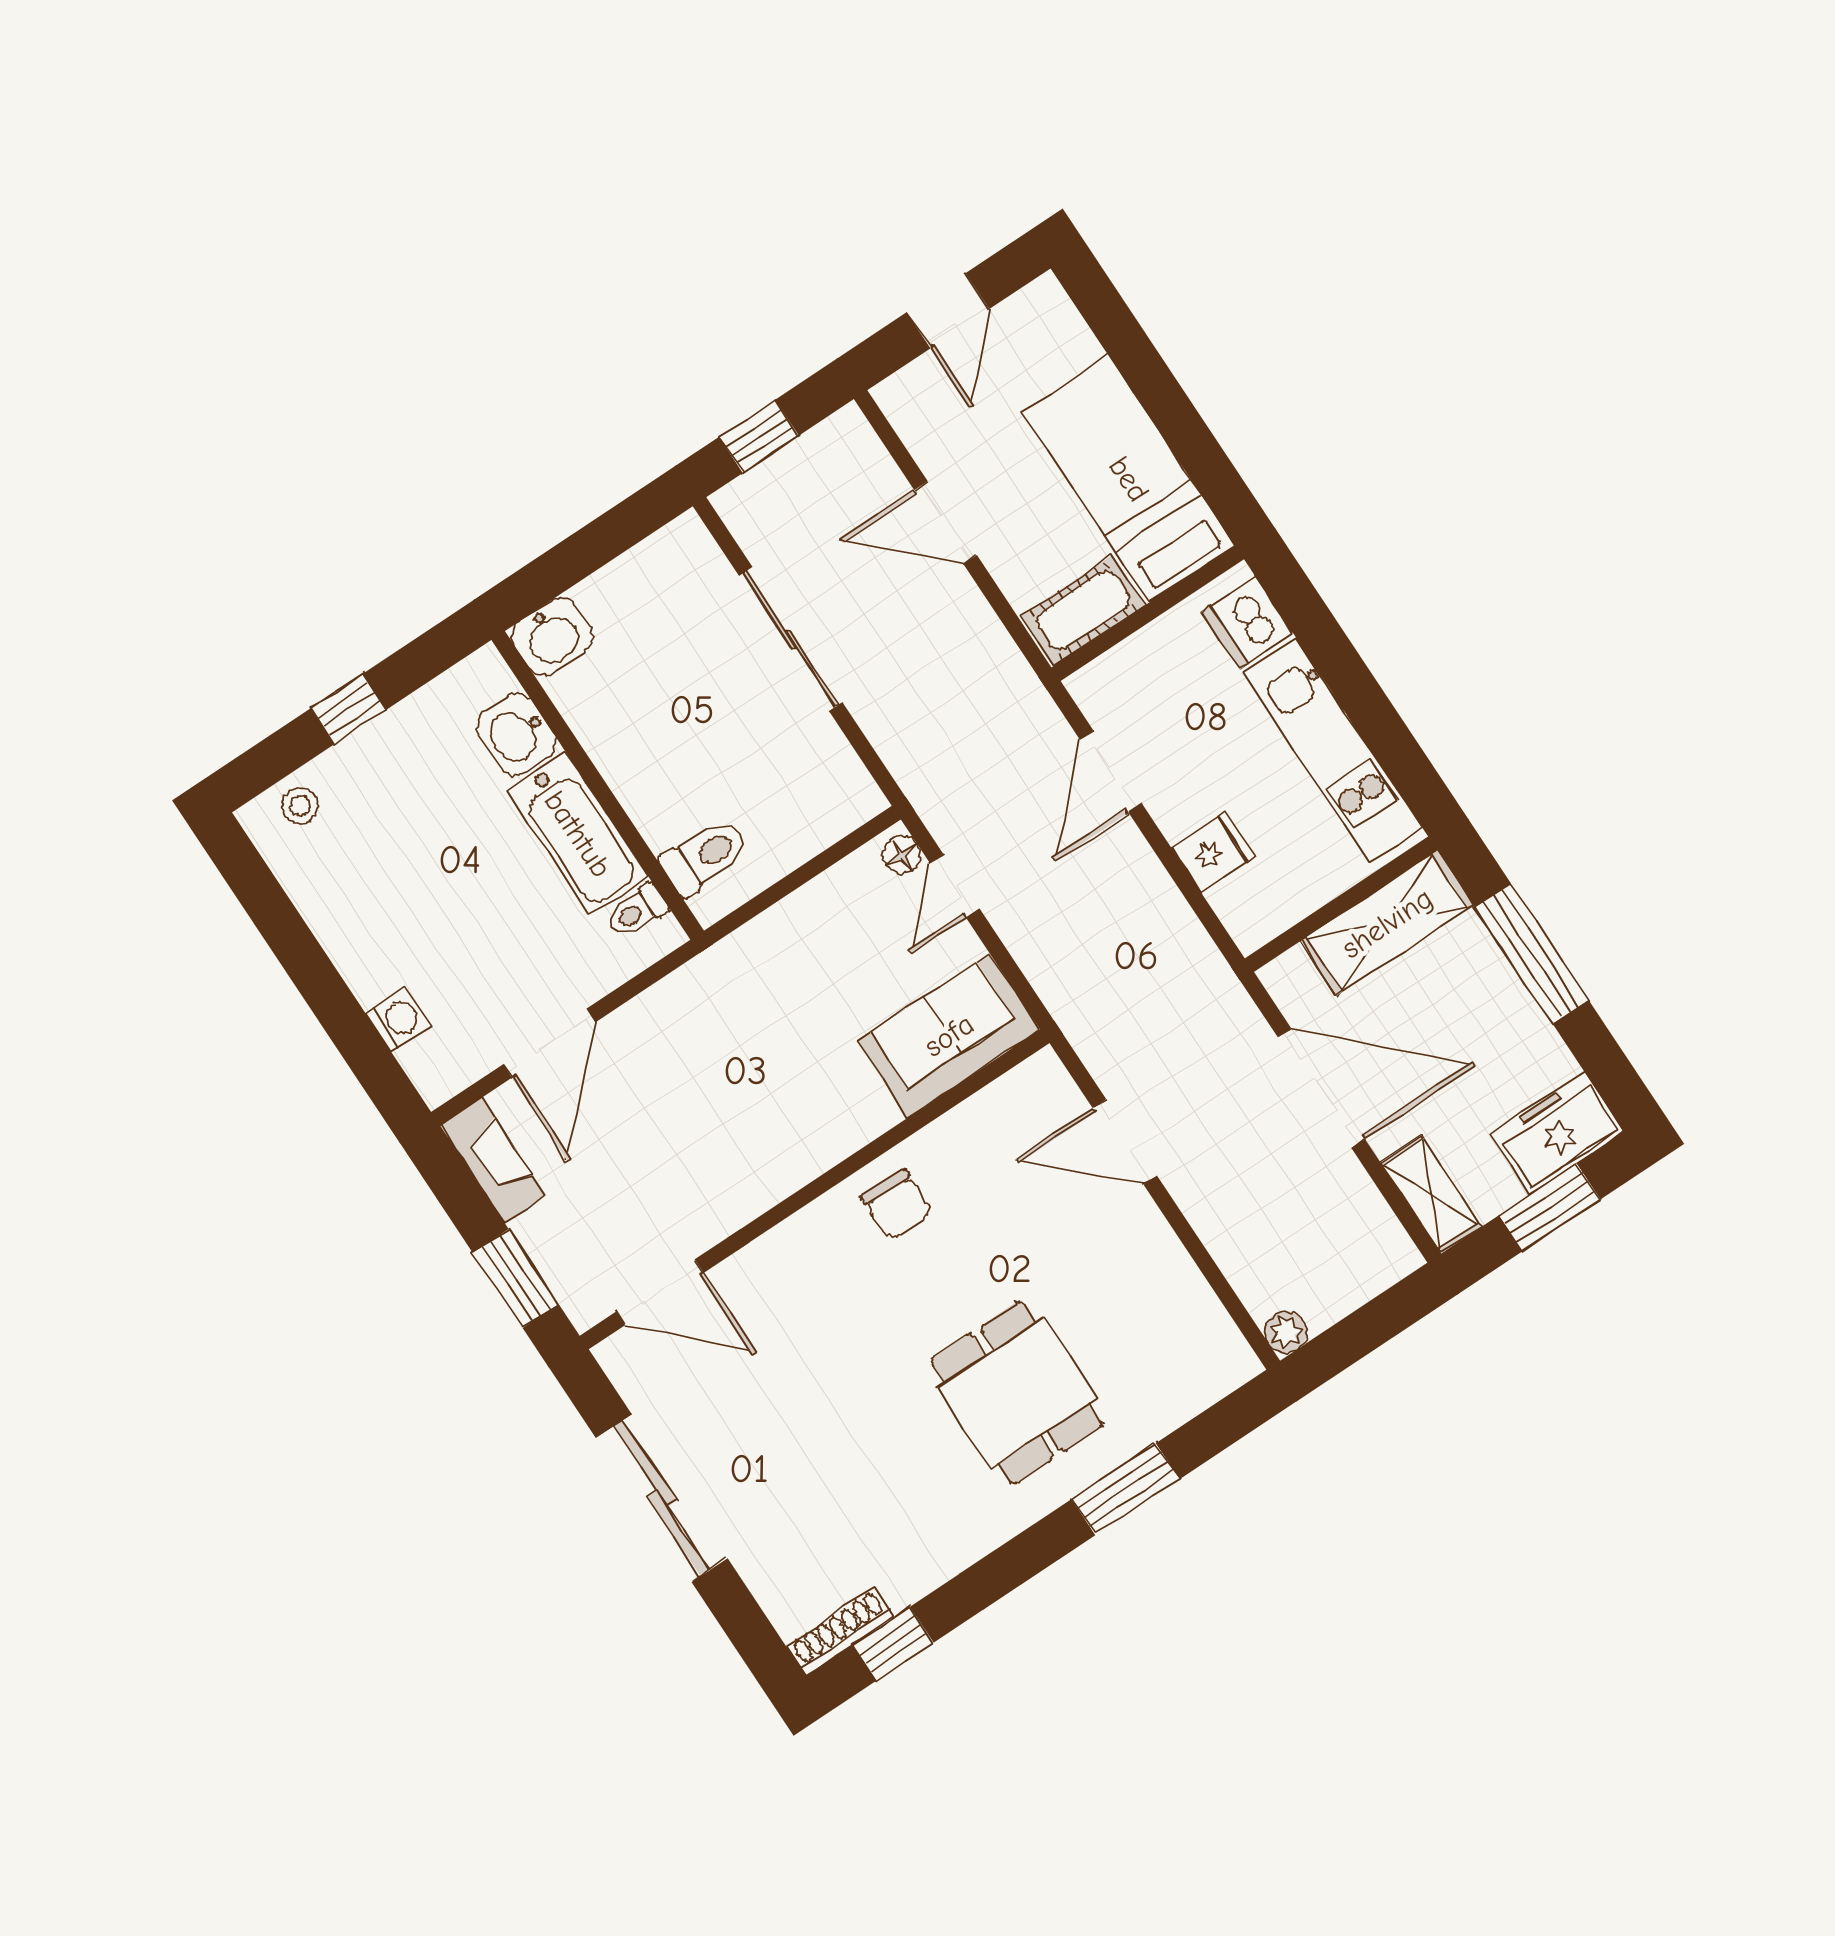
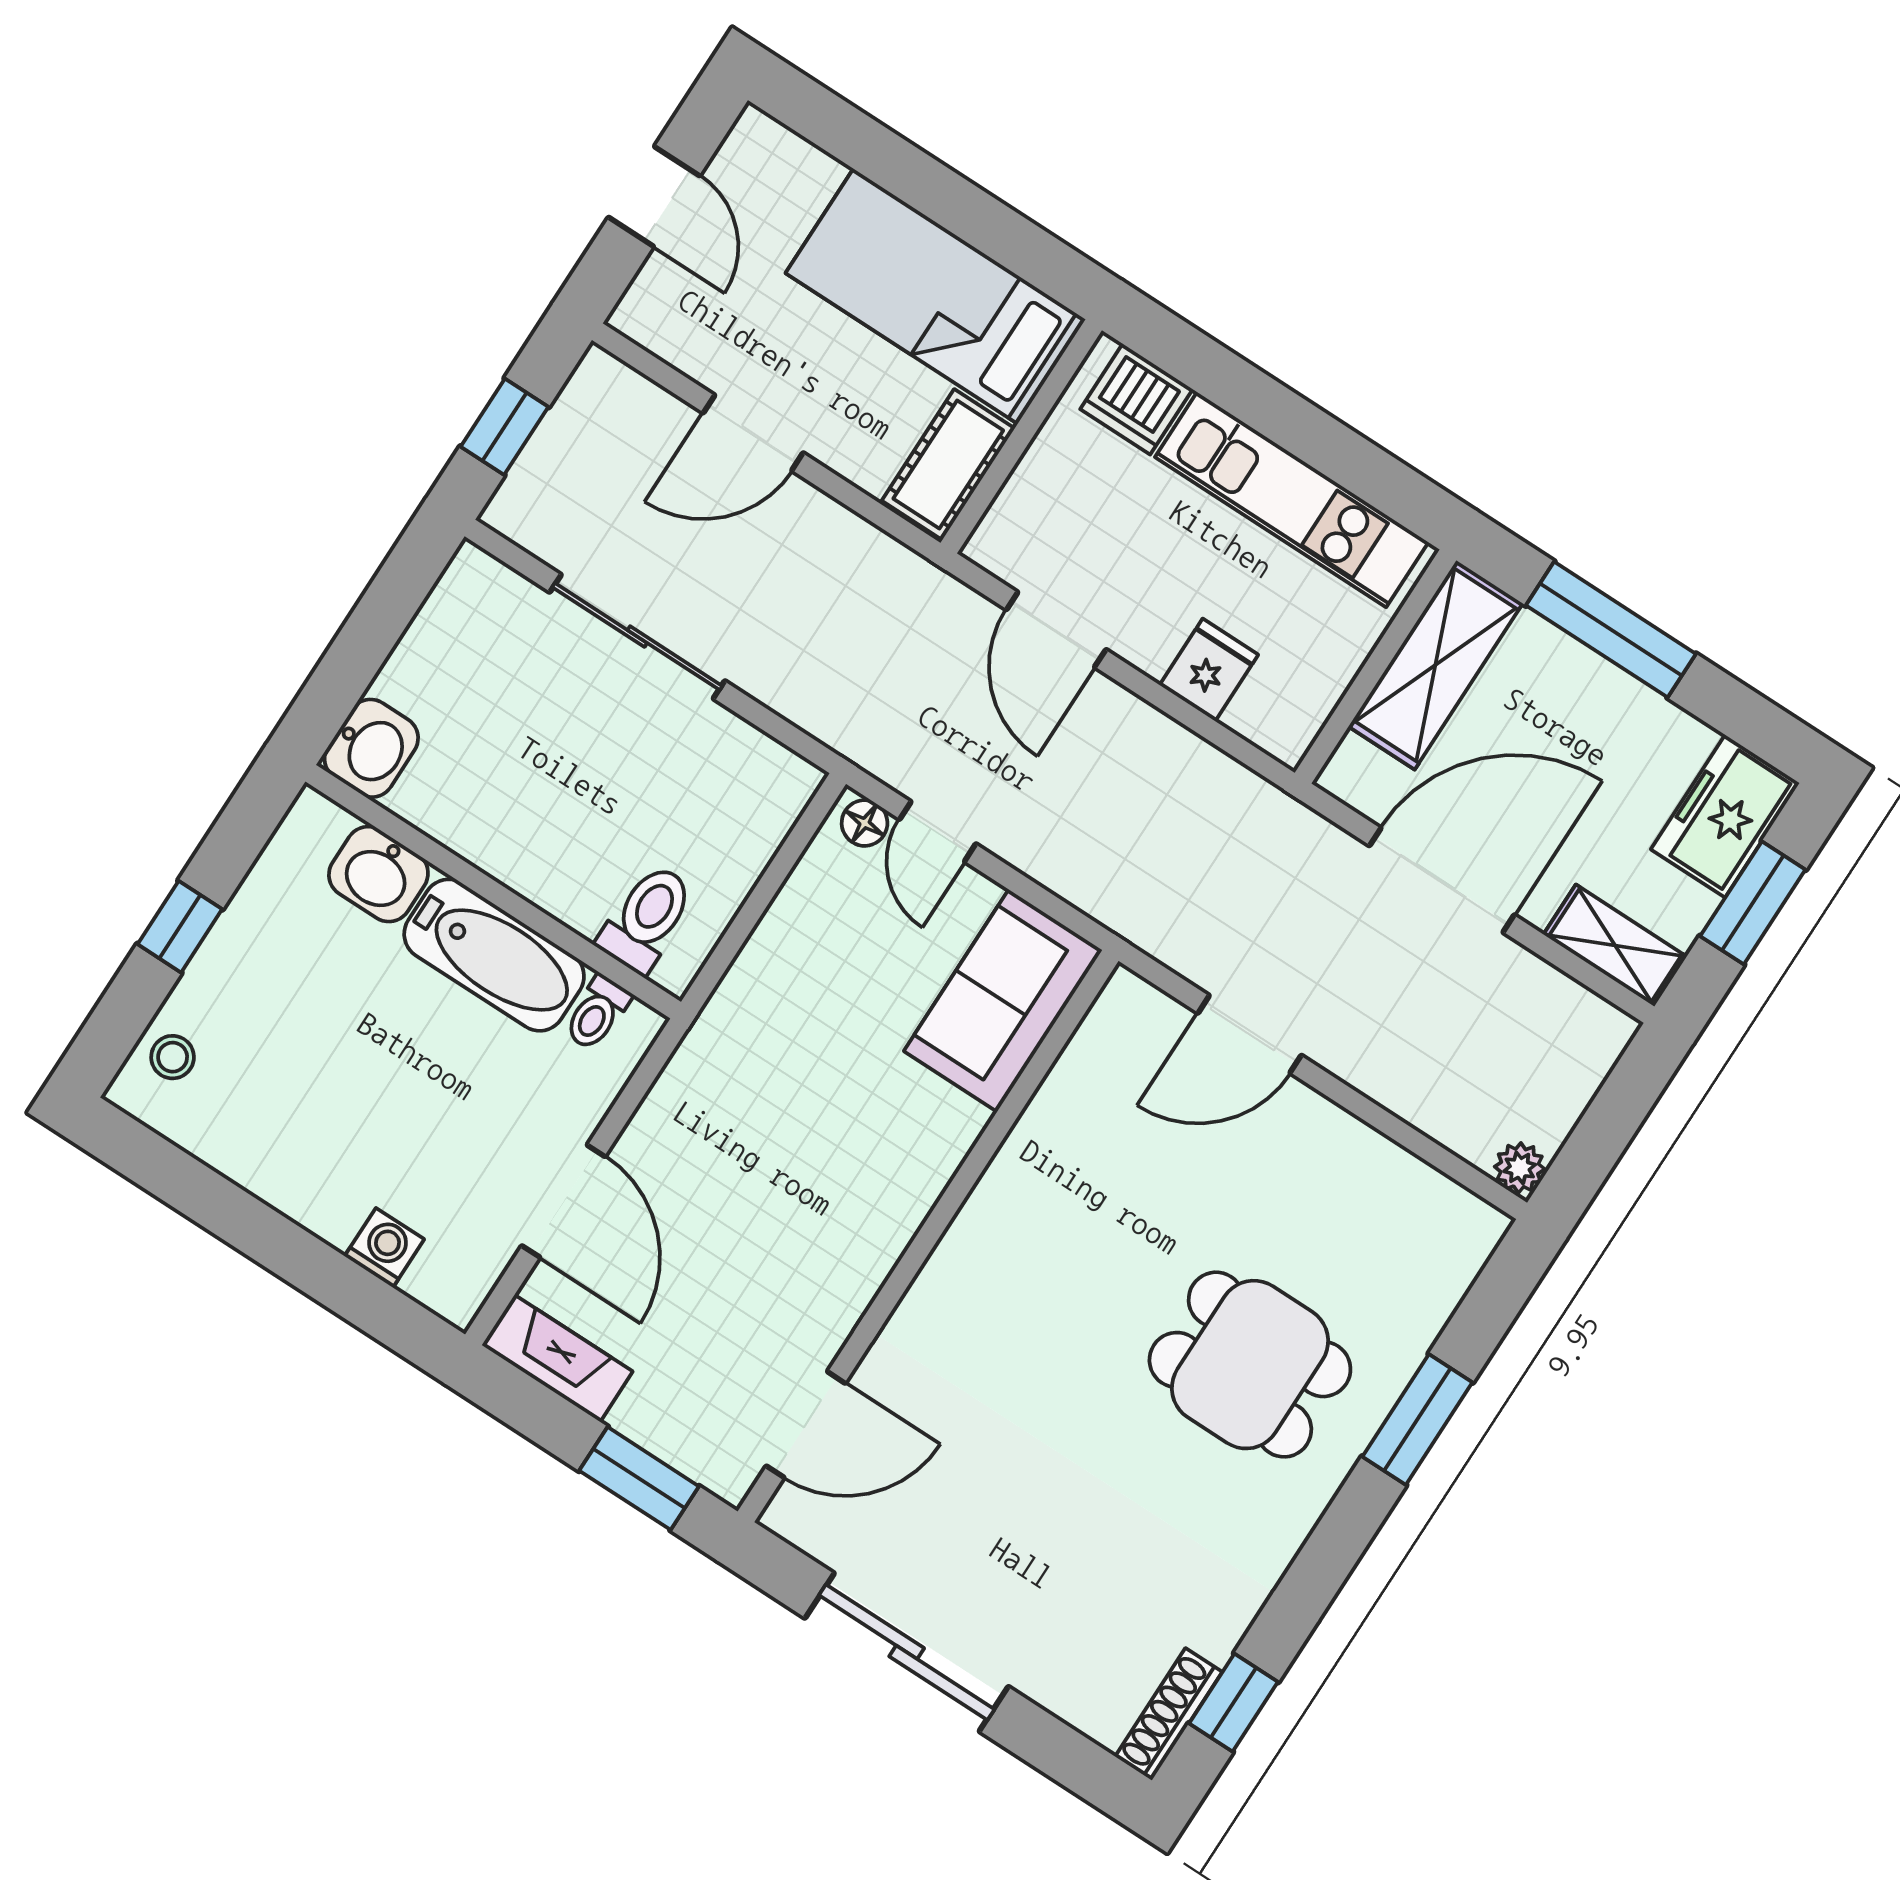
chair: (897, 1204) -> (1027, 1213), removed

